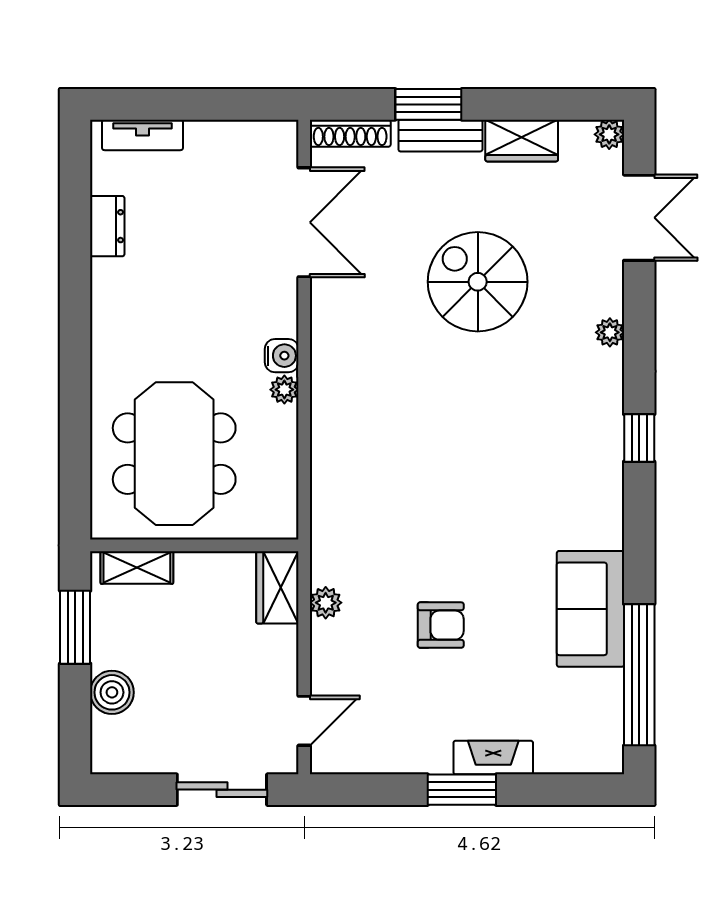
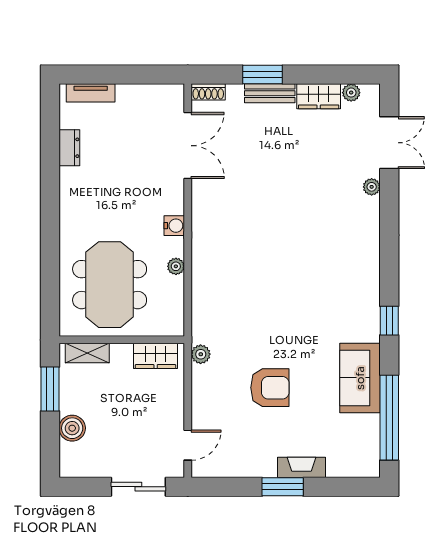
shoe rack: (350, 133) -> (208, 92), width x0.70
plant: (609, 134) -> (351, 93), moved
spiral stairs: (478, 282) -> (292, 181), removed
plant: (610, 332) -> (372, 187), moved
plant: (284, 390) -> (176, 266), moved
window: (639, 438) -> (389, 321), moved
wardrobe: (277, 587) -> (156, 356), moved, turned -90
plant: (326, 603) -> (201, 354), moved
armchair: (441, 625) -> (270, 388), width x1.38, depth x1.38

